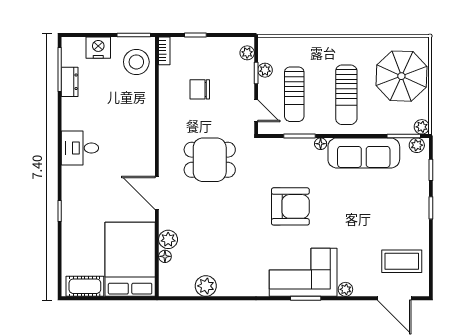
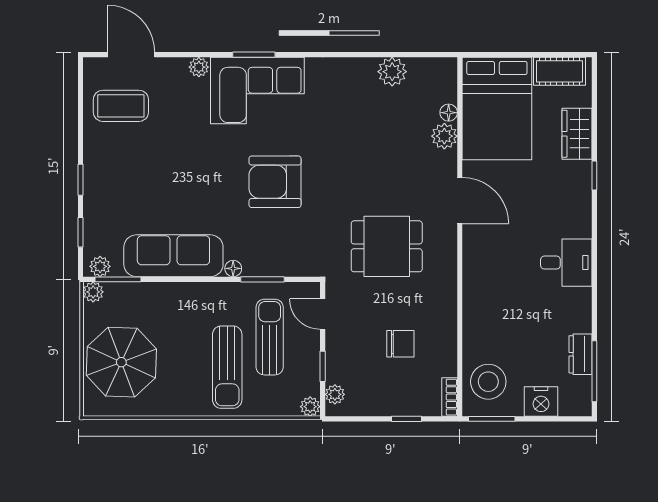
plant: (265, 70) -> (310, 407), moved
sun lounger: (346, 95) -> (227, 367), moved, turned 180
wardrobe: (72, 241) -> (577, 134), added

